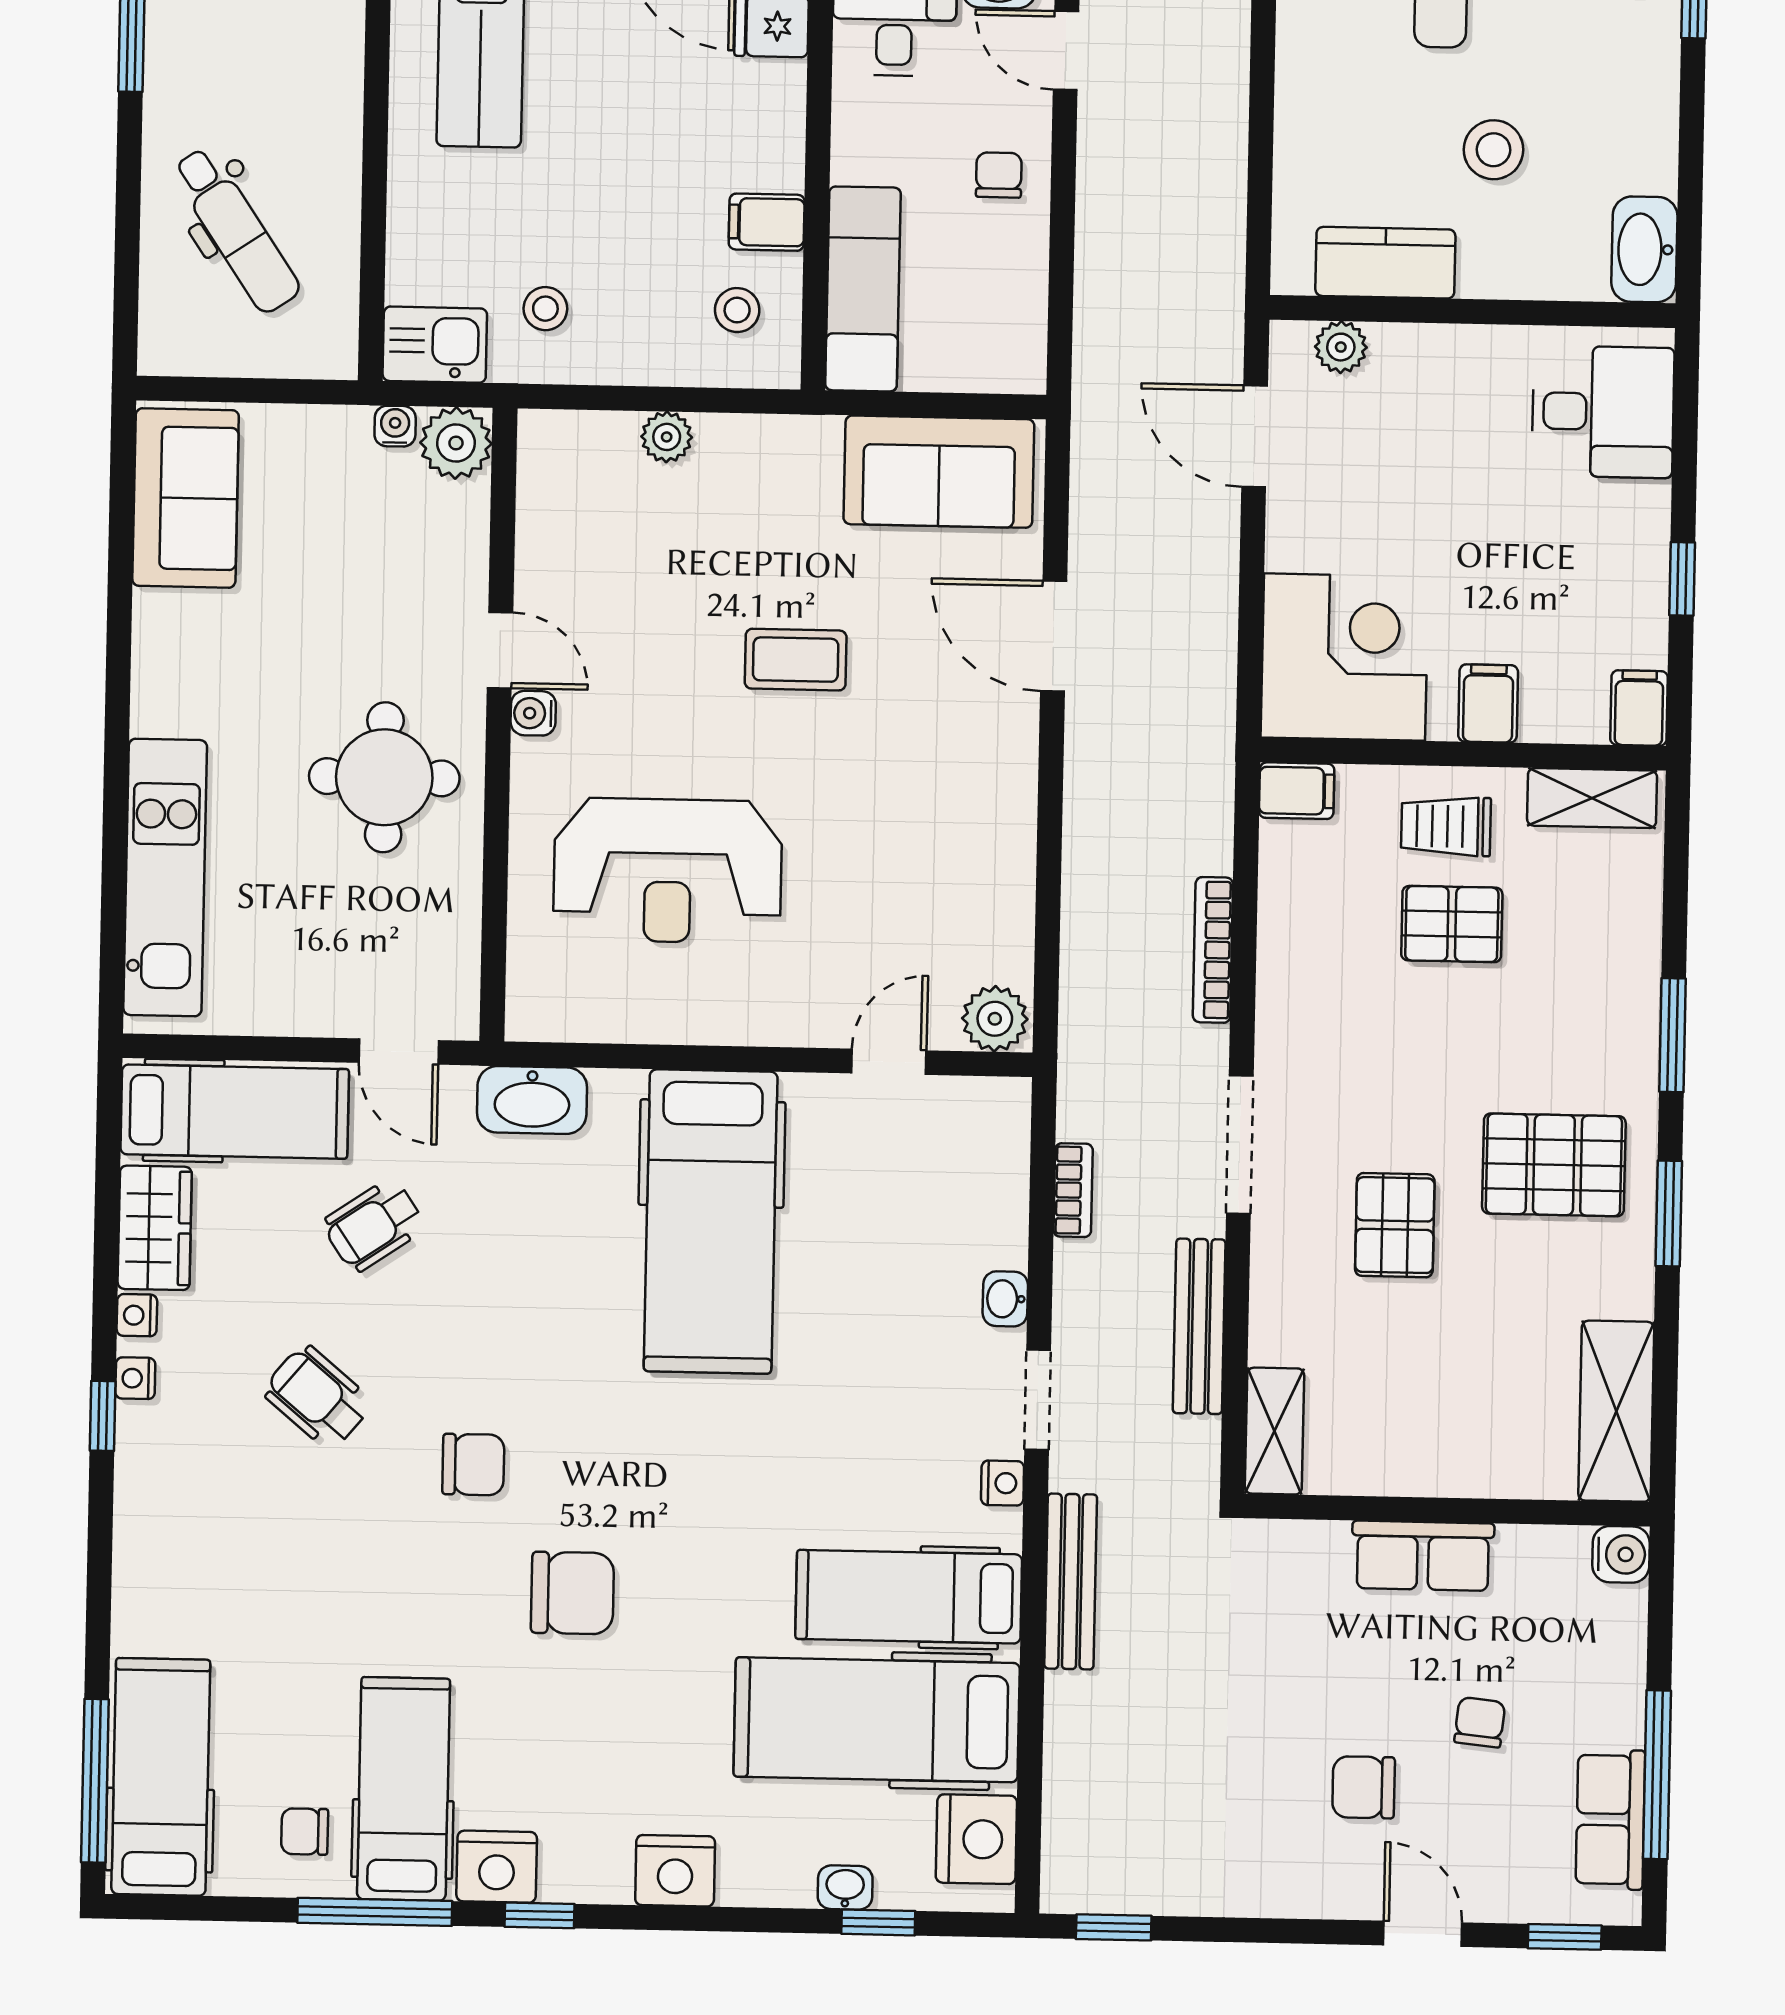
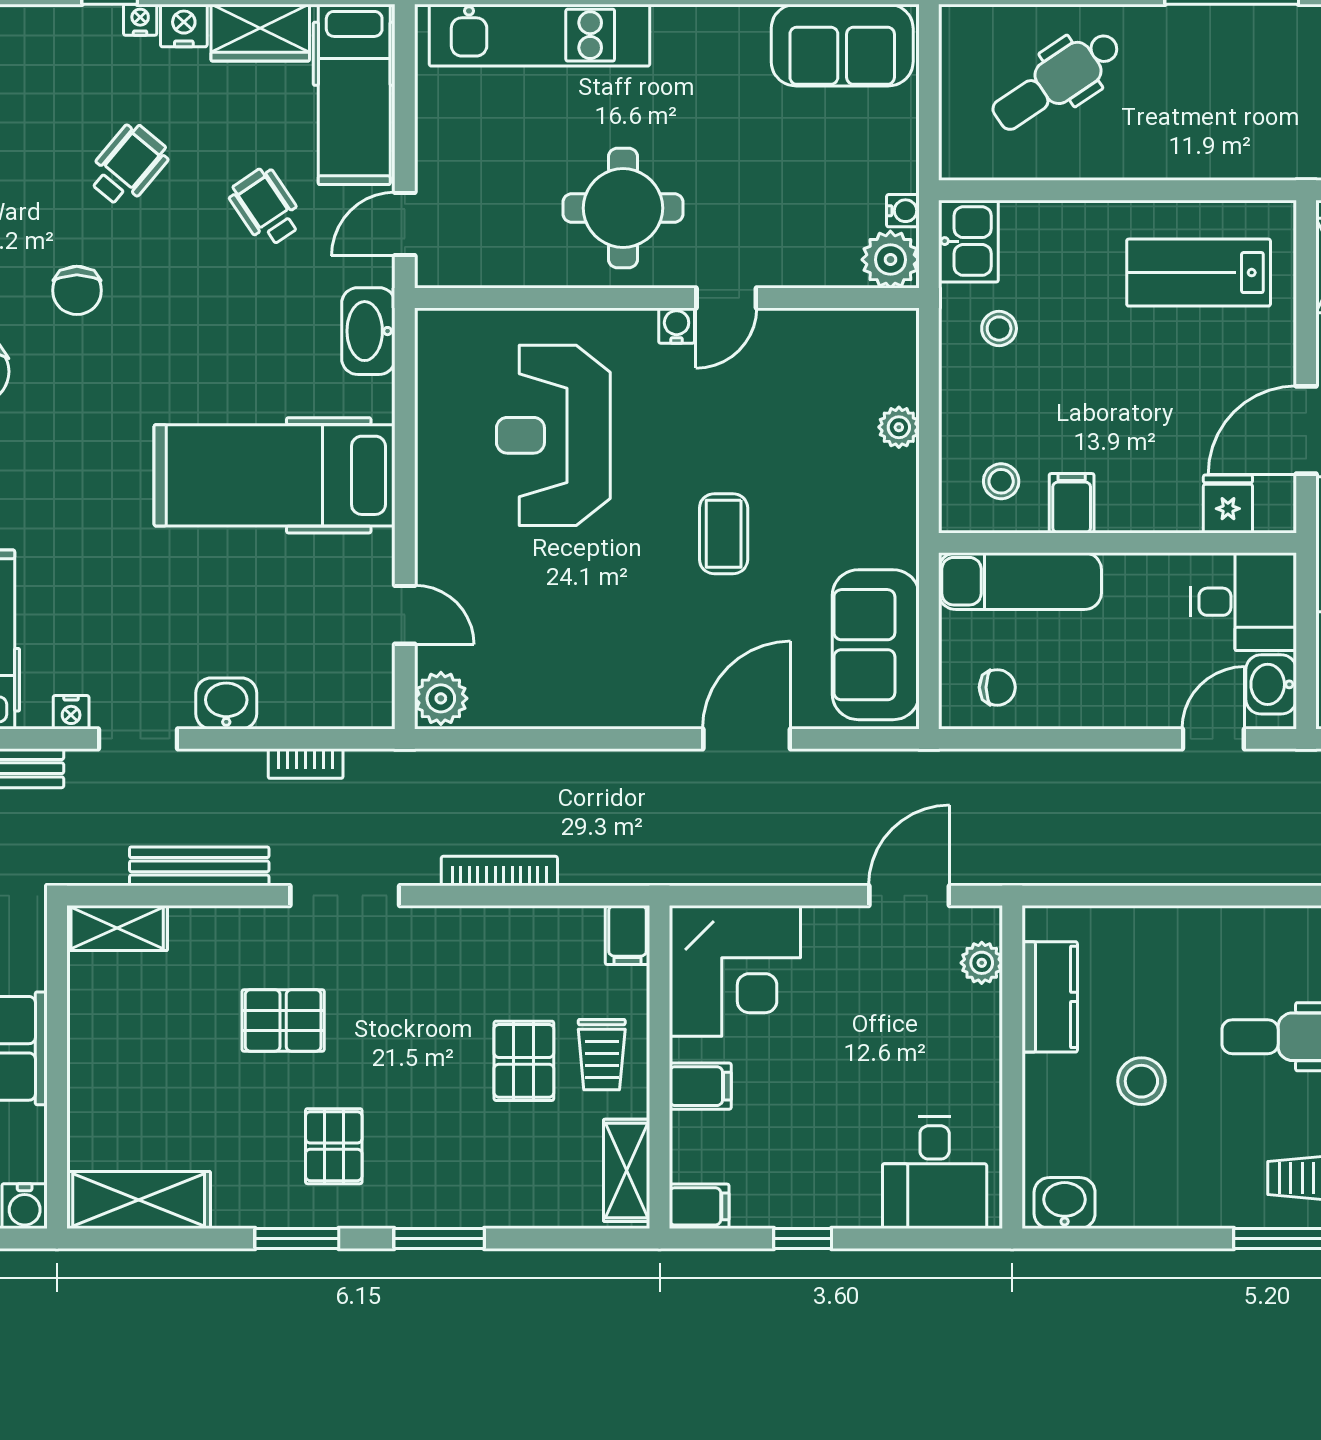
chair: (999, 175) -> (997, 687), moved
washbasin: (1644, 249) -> (1065, 1203), width x0.72
trolley: (1446, 826) -> (602, 1055), turned 180
pallet: (1554, 1165) -> (334, 1146), width x0.67, depth x0.71
washbasin: (1005, 1299) -> (226, 703), width x1.38, depth x1.45
nightstand: (137, 1315) -> (184, 25), width x1.39, depth x1.35

